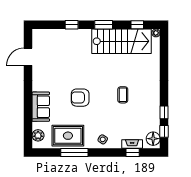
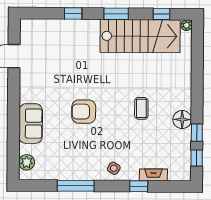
rug: (68, 136) -> (67, 163), removed
floor lamp: (153, 139) -> (182, 119), moved
window: (133, 153) -> (139, 186), moved

